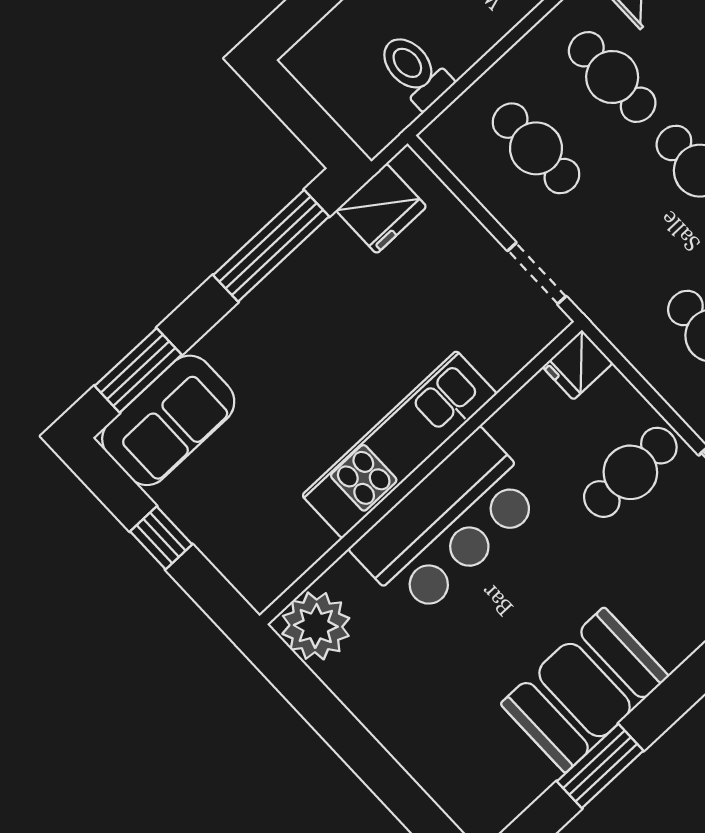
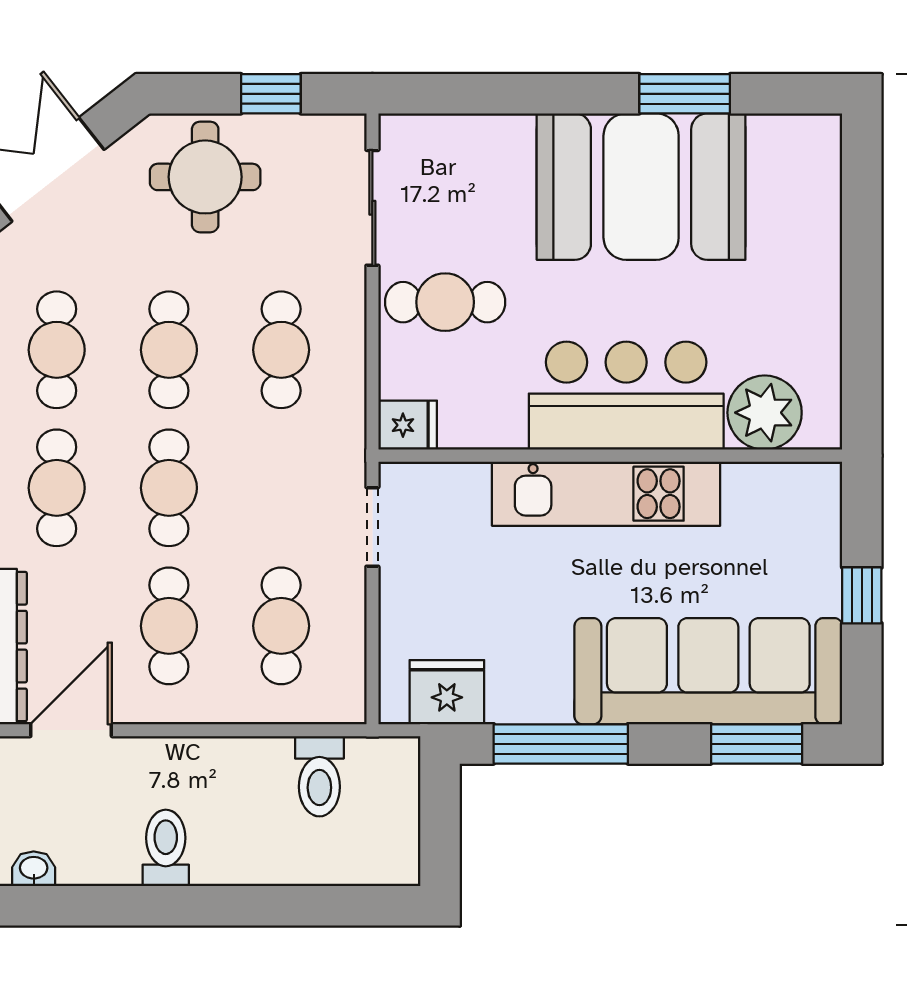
sofa: (168, 420) -> (708, 671), width x1.85, depth x1.27
plant: (316, 626) -> (765, 413), moved
booth: (585, 690) -> (641, 187), width x1.36, depth x1.42

